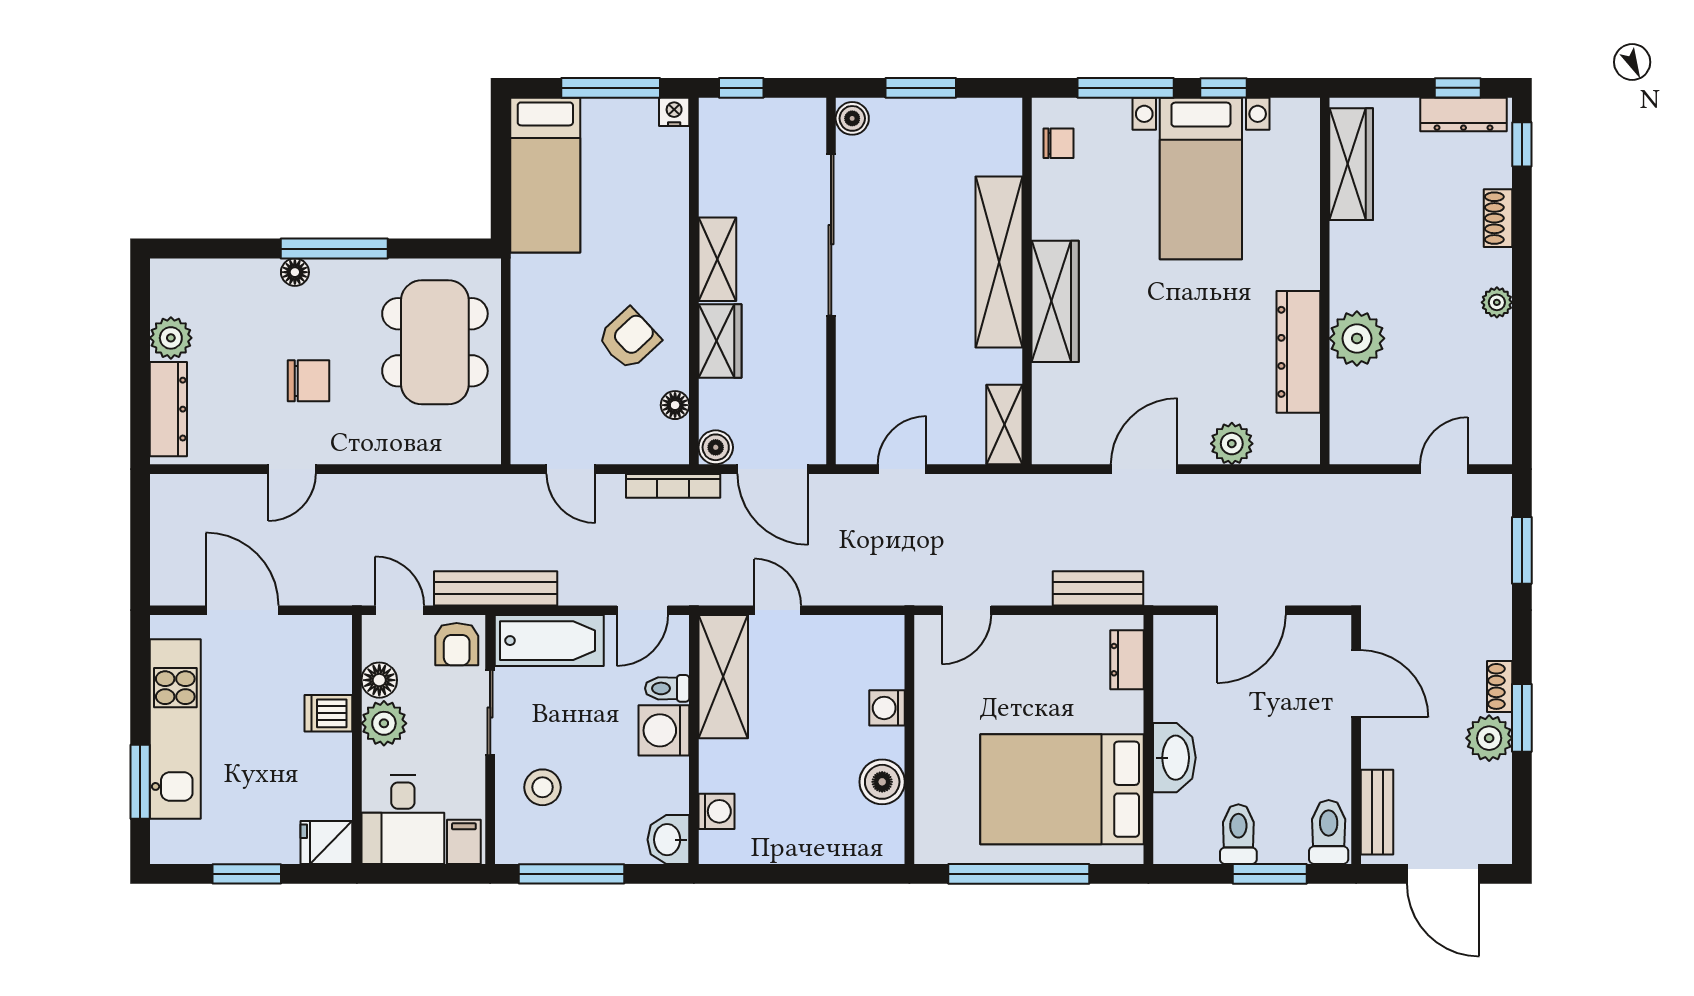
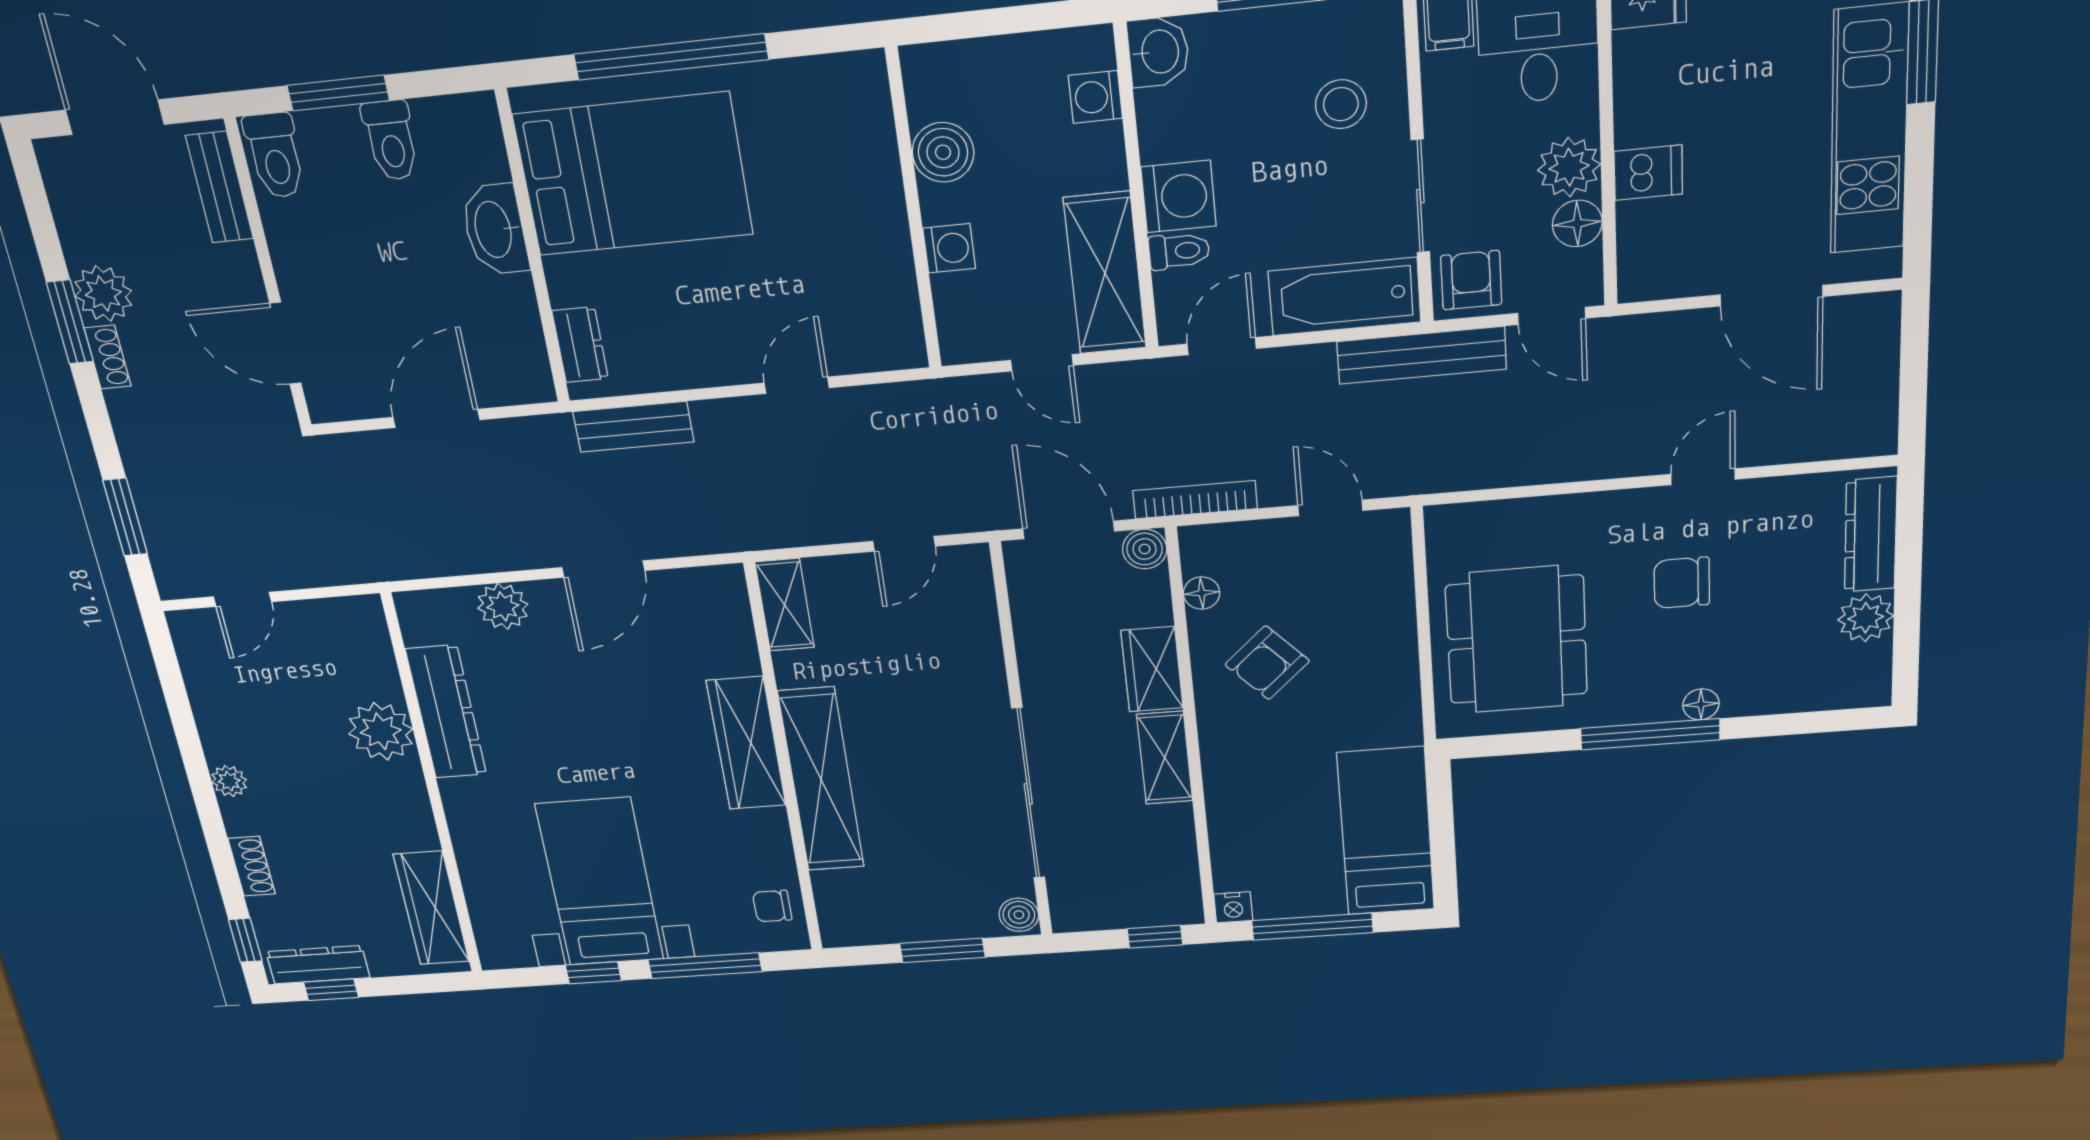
washing machine: (887, 708) -> (949, 248), moved
wall: (909, 740) -> (914, 211), moved
boiler: (882, 782) -> (943, 152), moved

